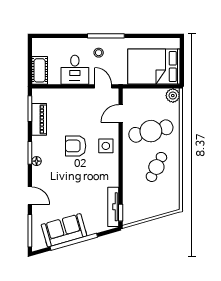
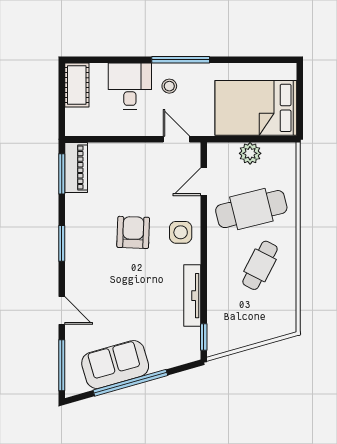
cot: (40, 70) -> (77, 85), moved
desk: (75, 70) -> (130, 86), moved, turned 180
plant: (173, 96) -> (250, 153), moved
piano: (39, 119) -> (76, 167), moved
armchair: (76, 146) -> (133, 232), turned 92
floor lamp: (37, 161) -> (72, 256), removed
tv unit: (113, 207) -> (192, 296), moved

